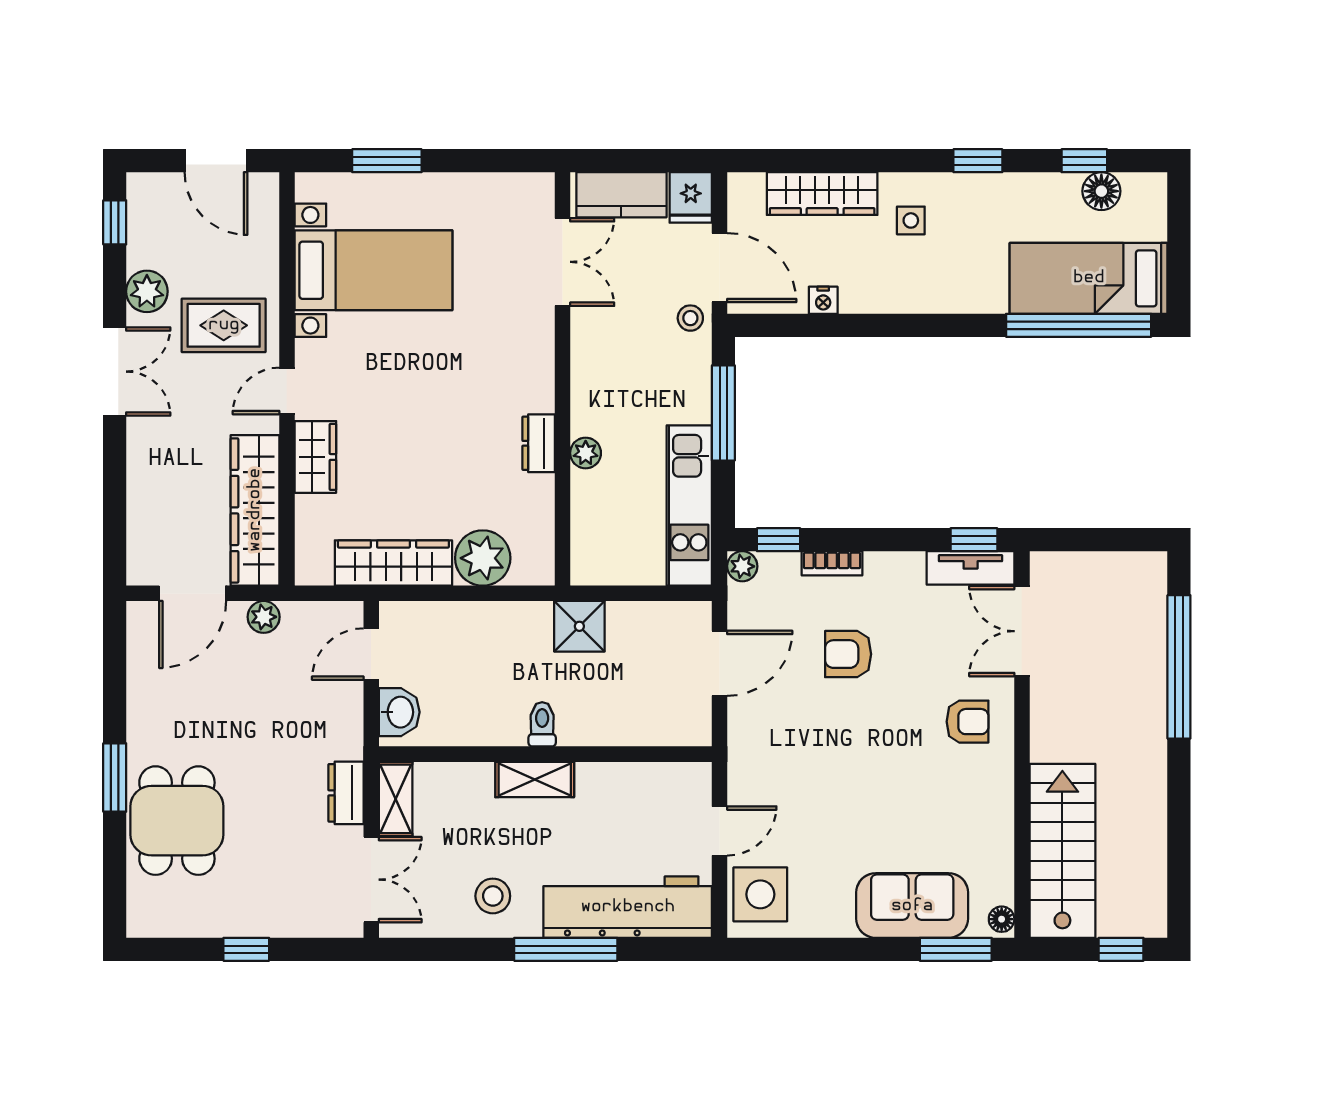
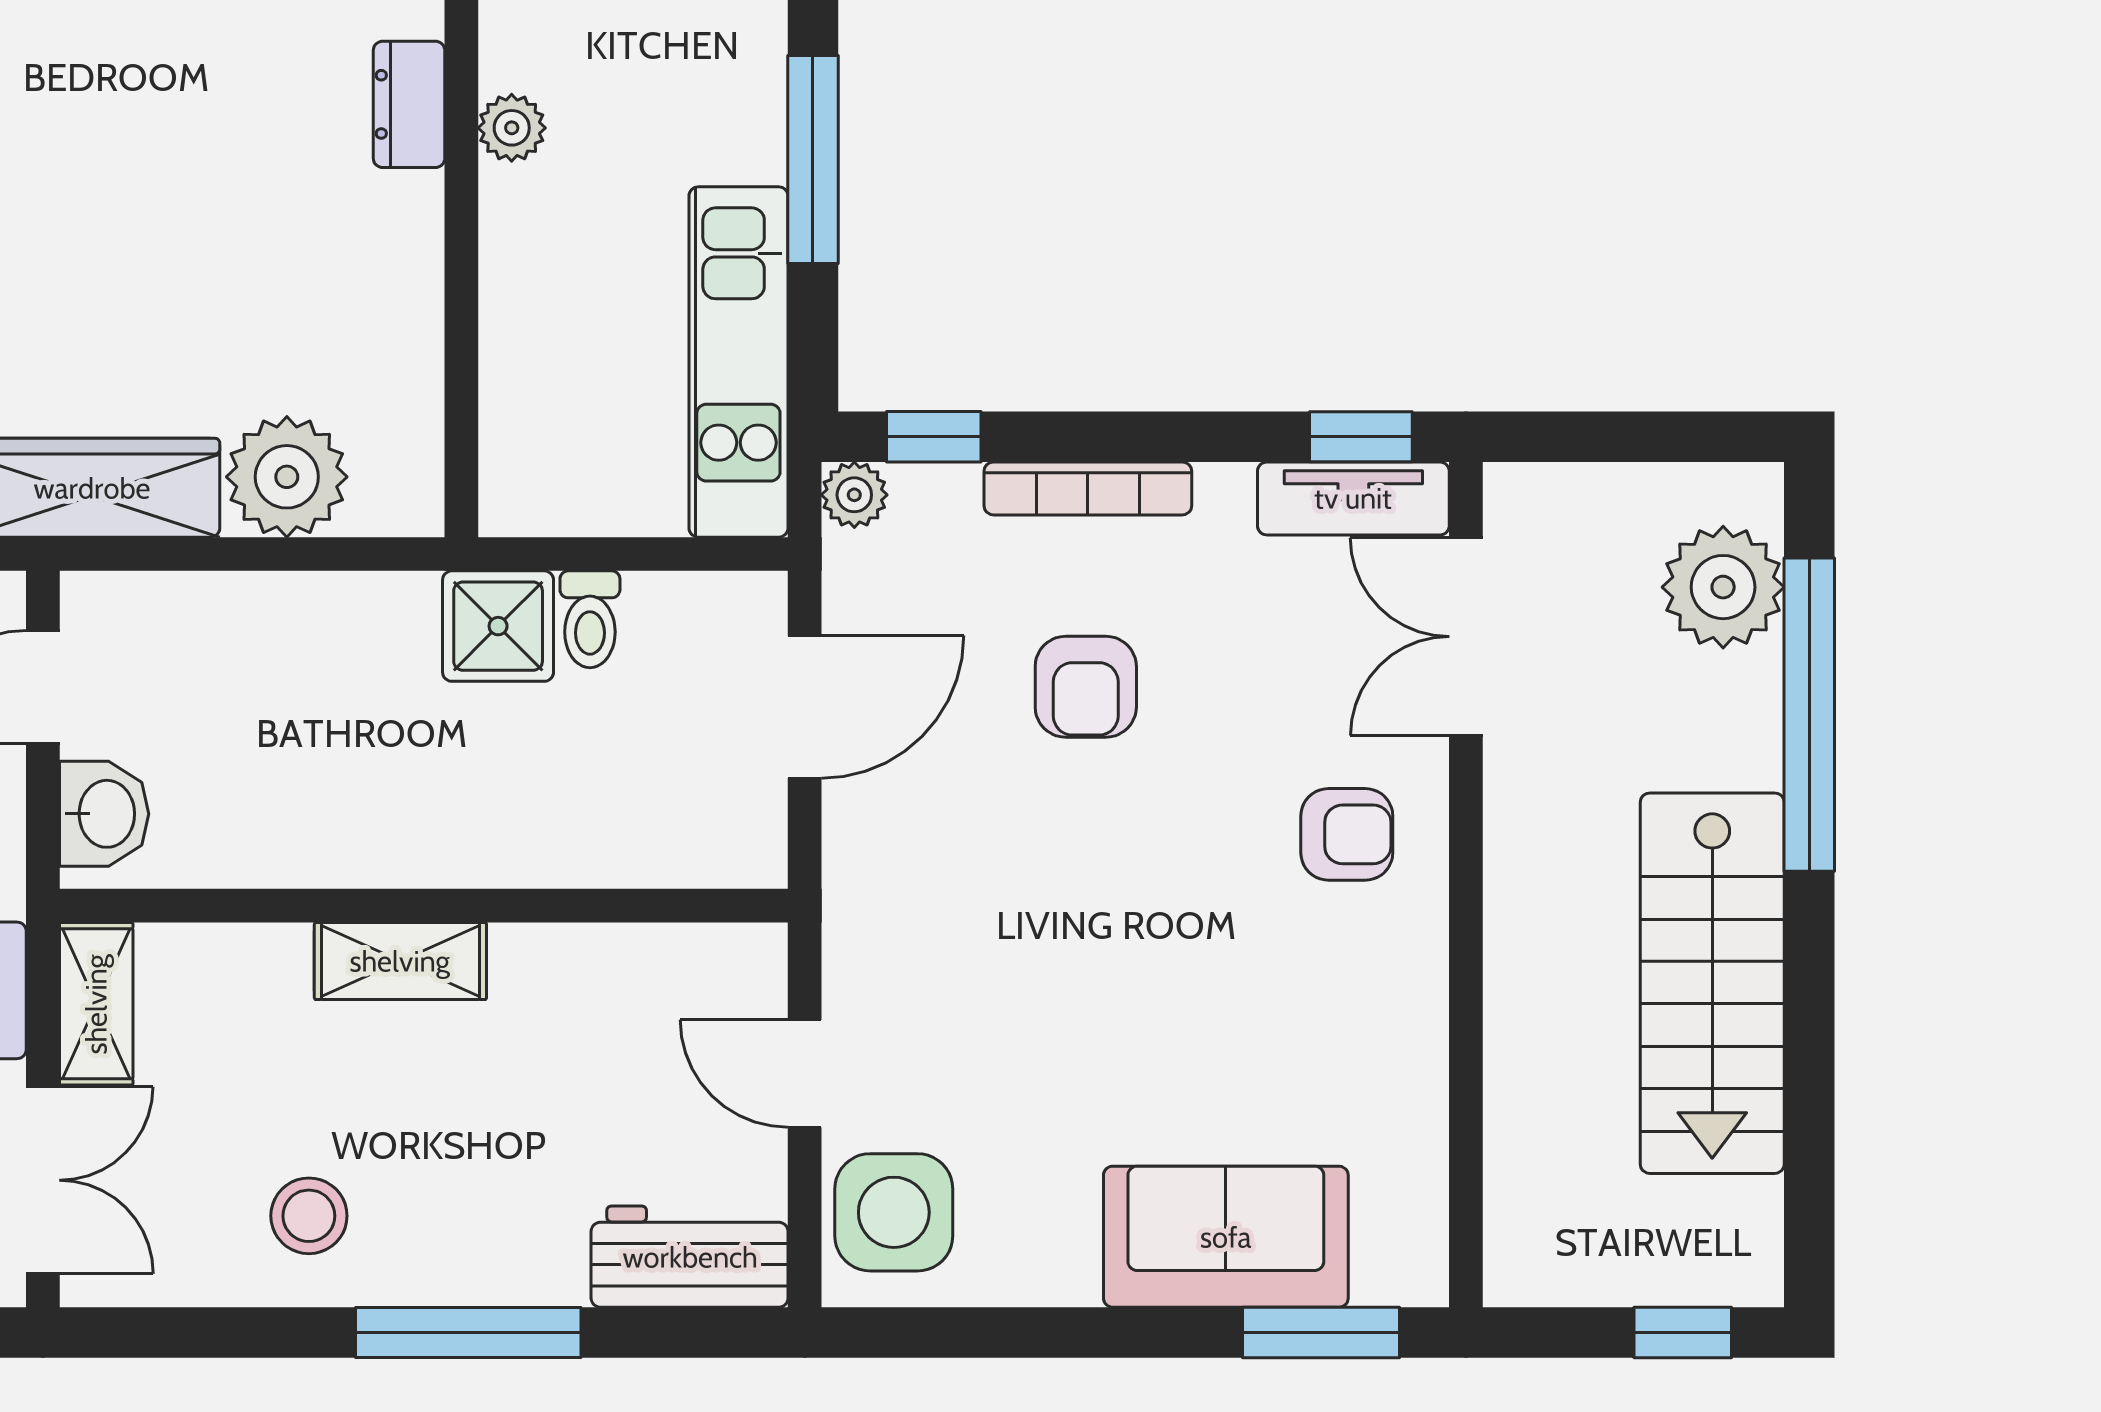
dresser: (539, 443) -> (409, 104), moved
plant: (586, 453) -> (512, 128), moved
bookcase: (832, 563) -> (1088, 488), width x1.56
plant: (1140, 608) -> (1723, 587), added
armchair: (848, 654) -> (1086, 687), turned -90
toilet: (542, 724) -> (590, 619), moved, turned 180
door: (720, 831) -> (805, 1074), swing flipped
stairs: (1062, 851) -> (1712, 983), moved, turned 180
workbench: (628, 907) -> (690, 1257), width x0.53, depth x0.76
floor lamp: (1002, 919) -> (1421, 1266), removed

